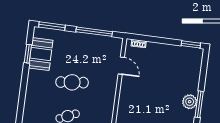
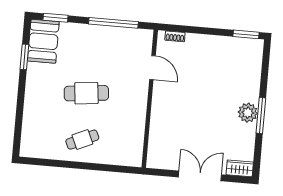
window: (52, 26) -> (56, 18), width x0.69
booth: (41, 54) -> (43, 41), moved

